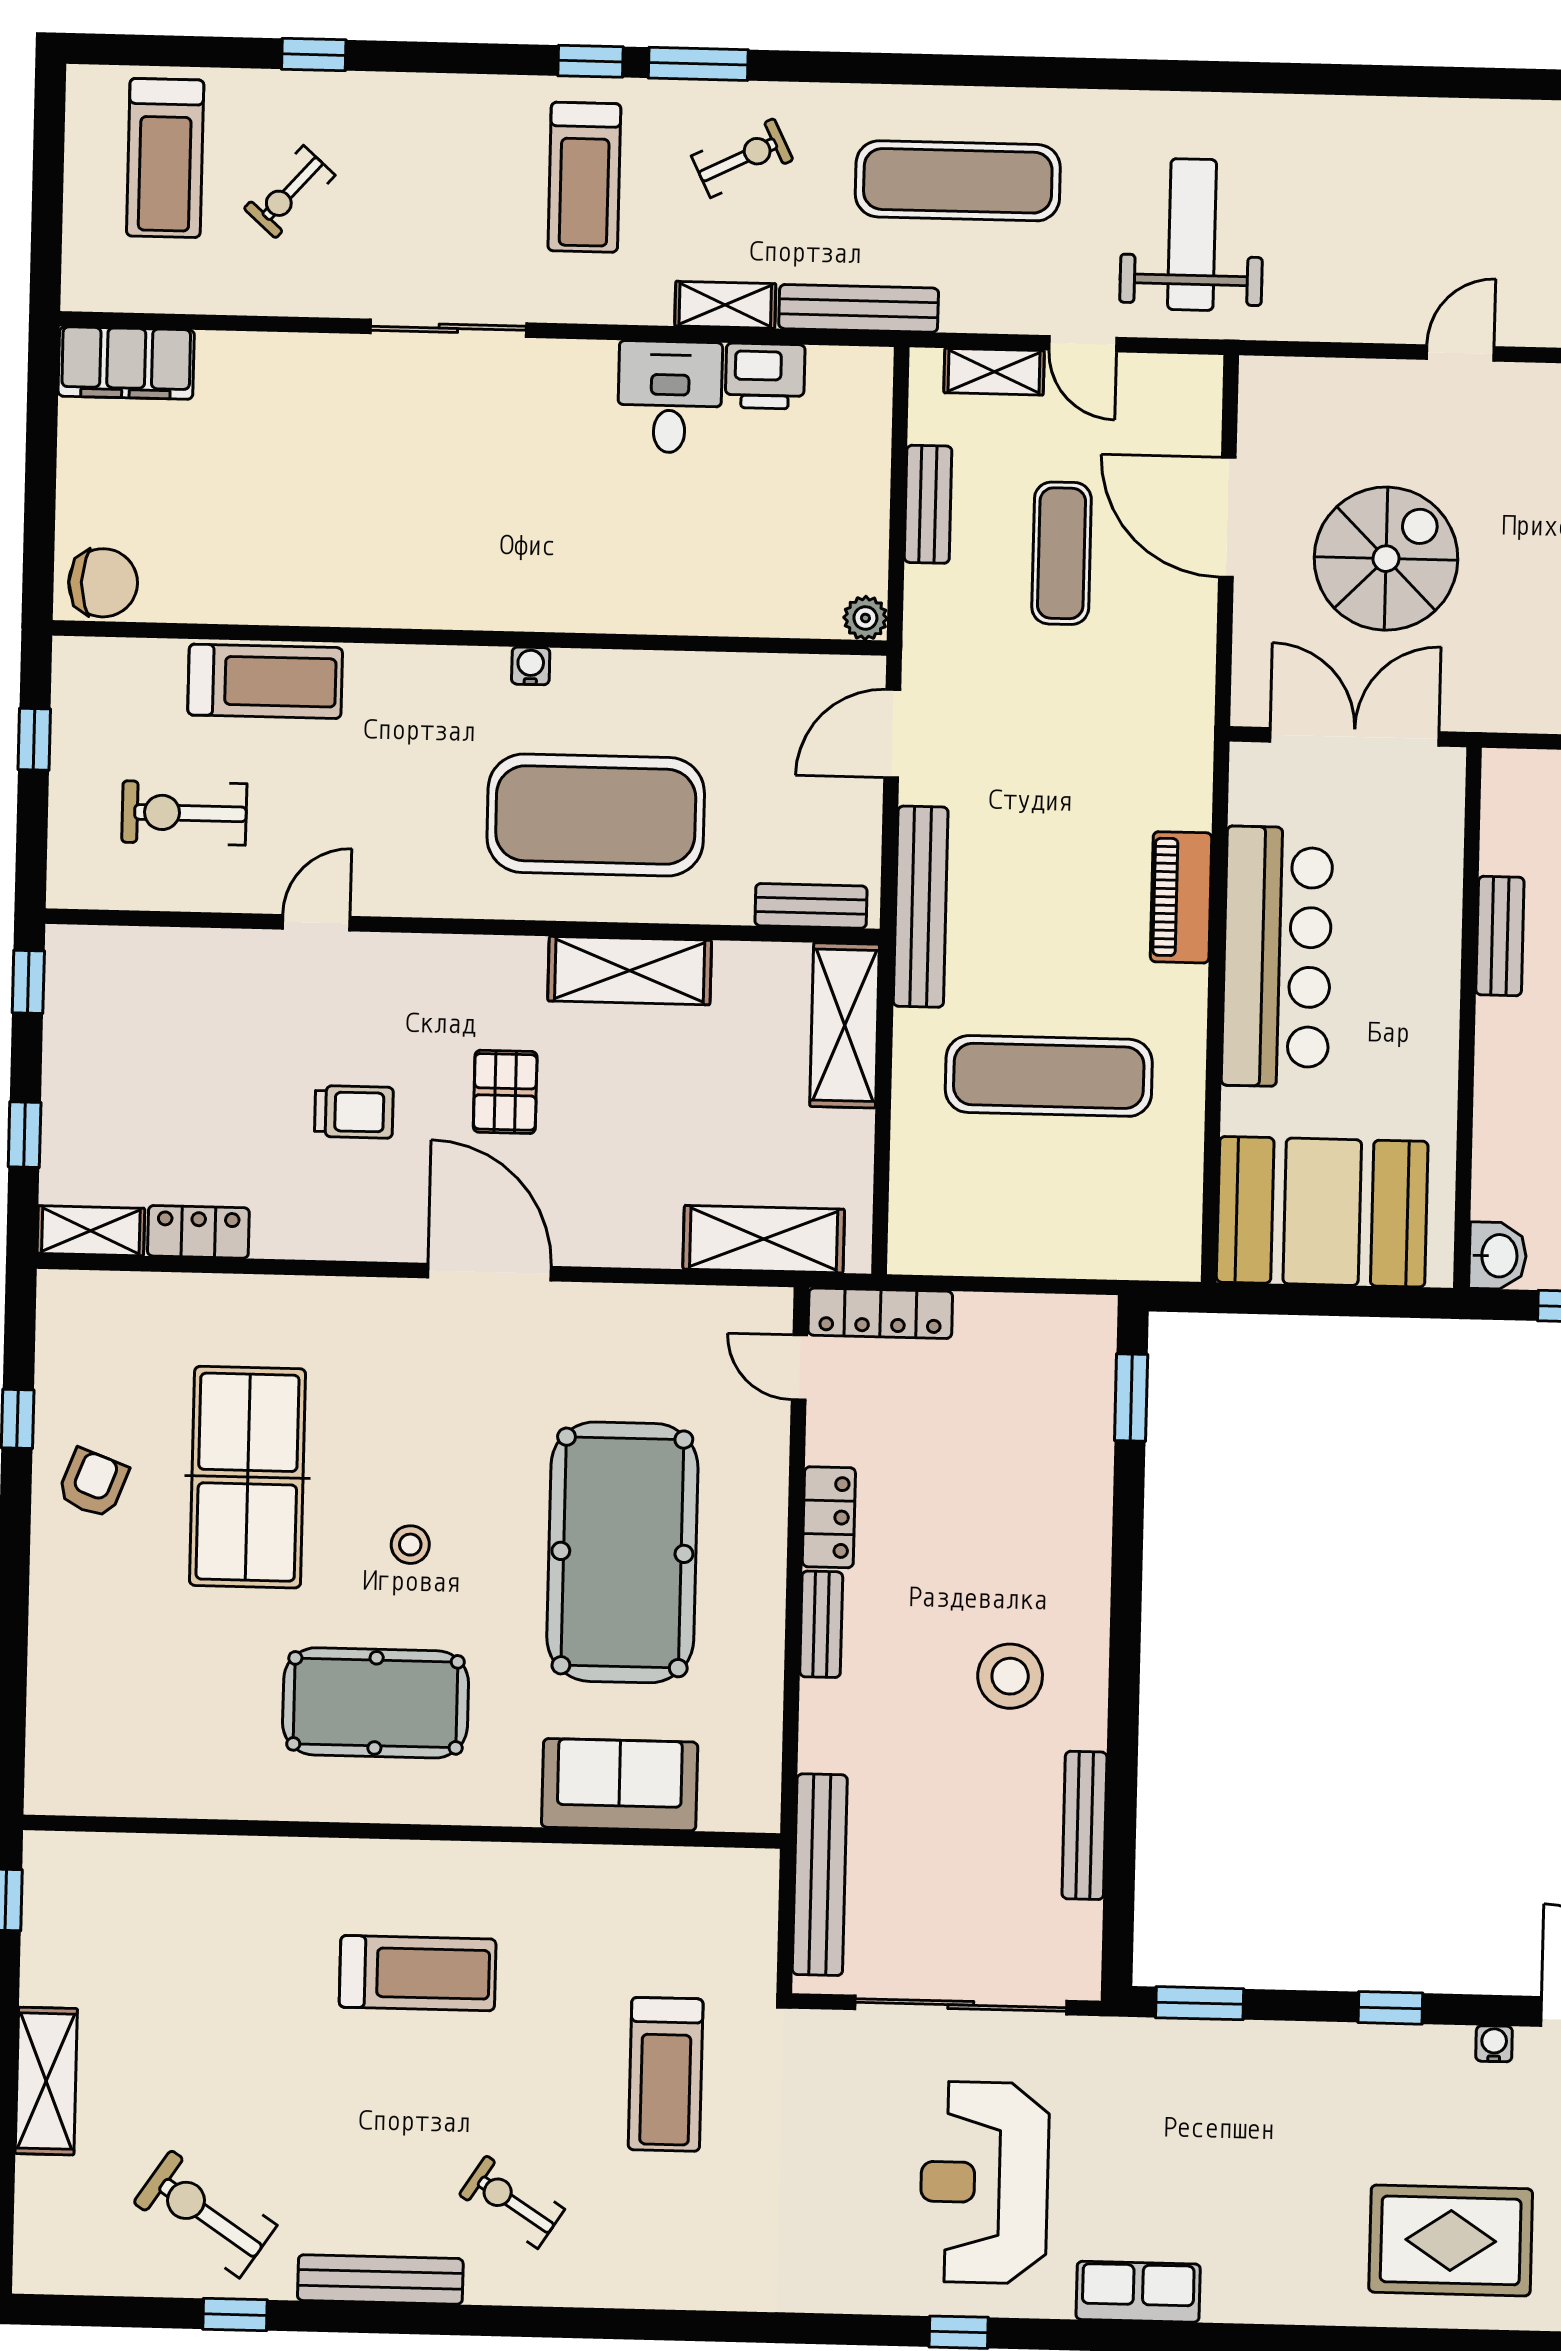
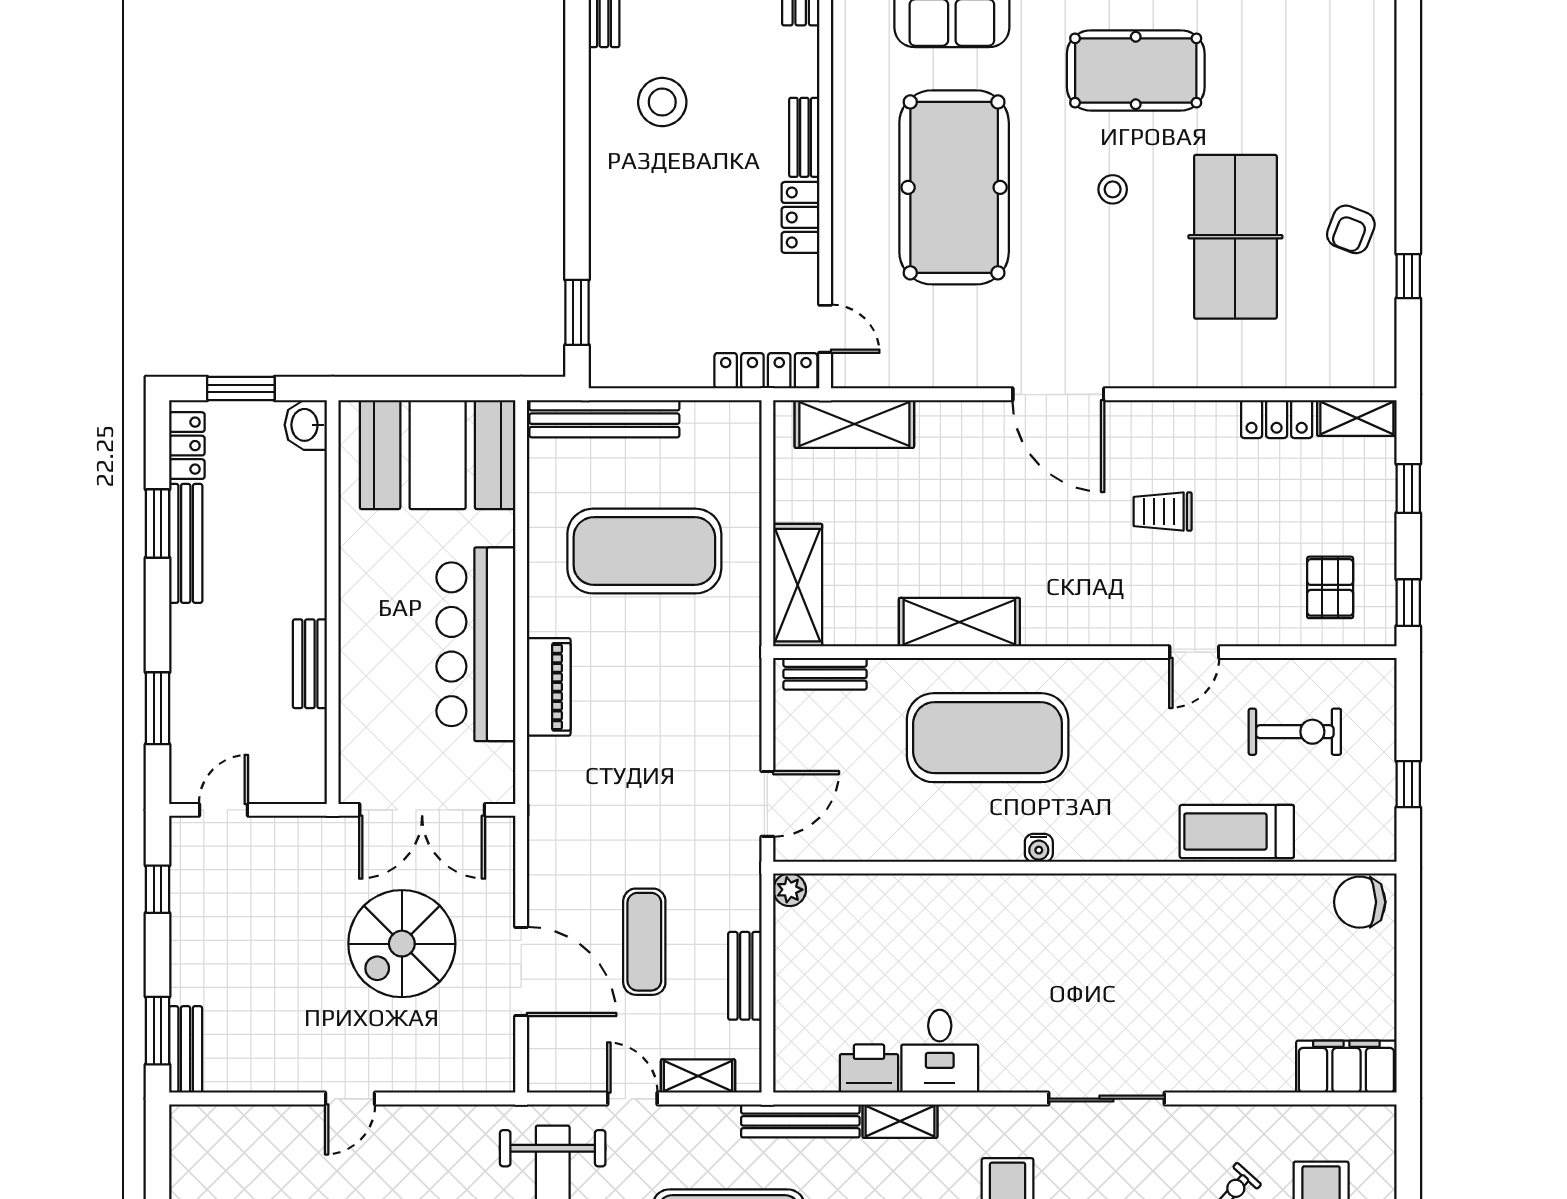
bench: (921, 907) -> (604, 419), moved, turned 90
exercise mat: (1049, 1076) -> (644, 551), width x1.47
pallet: (505, 1092) -> (1330, 587), moved

